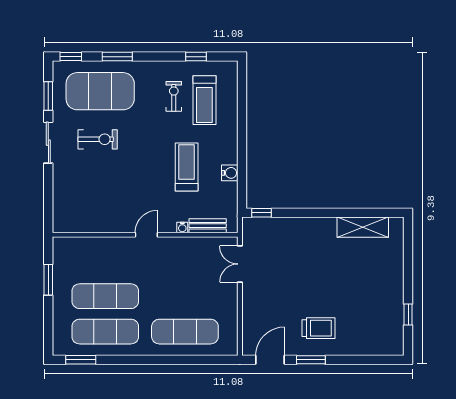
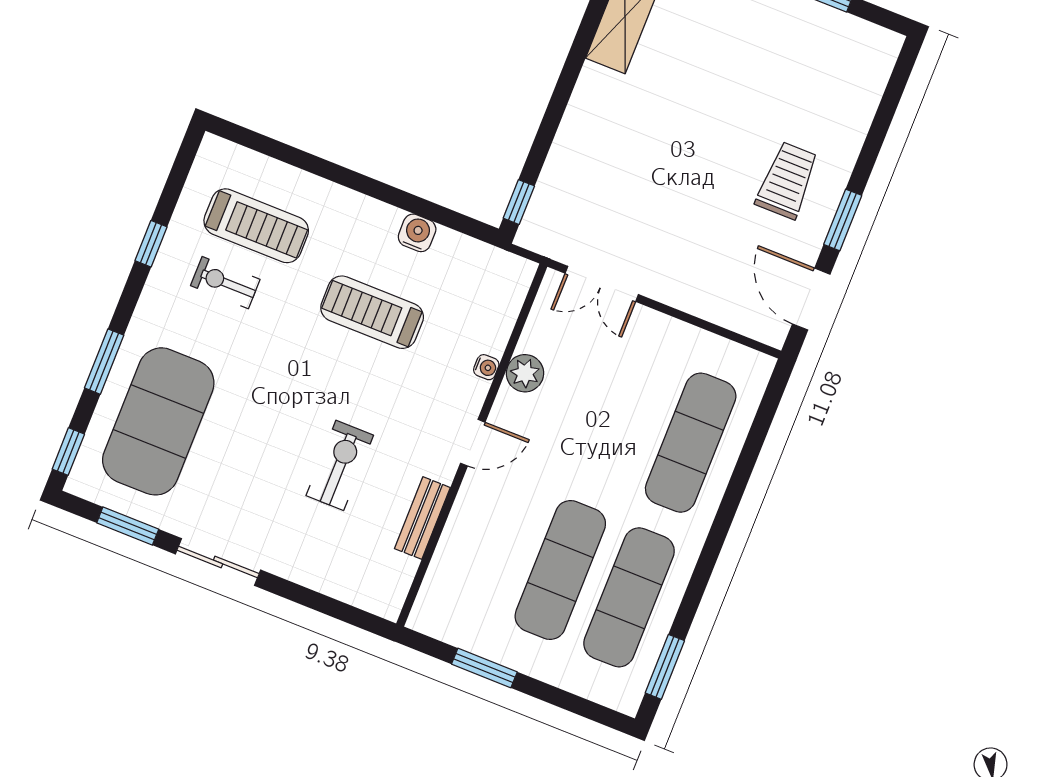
window: (196, 57) -> (151, 244), moved
exercise bike: (98, 139) -> (340, 465), moved
bench: (208, 226) -> (422, 518), moved
door: (146, 235) -> (473, 443), swing flipped
plant: (186, 246) -> (525, 373), added

